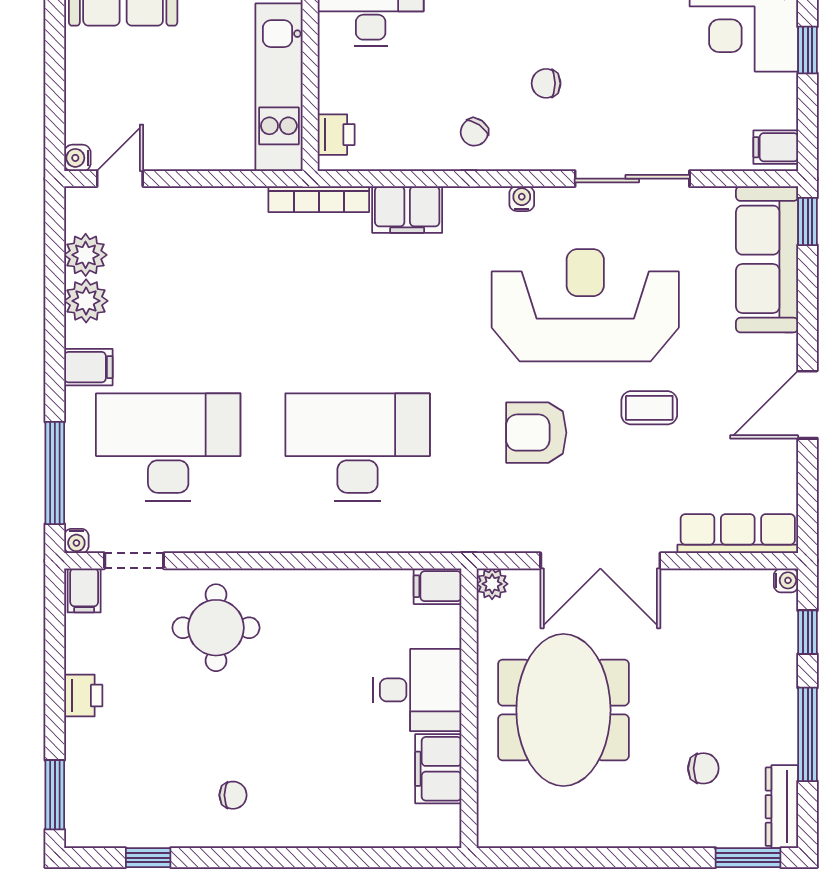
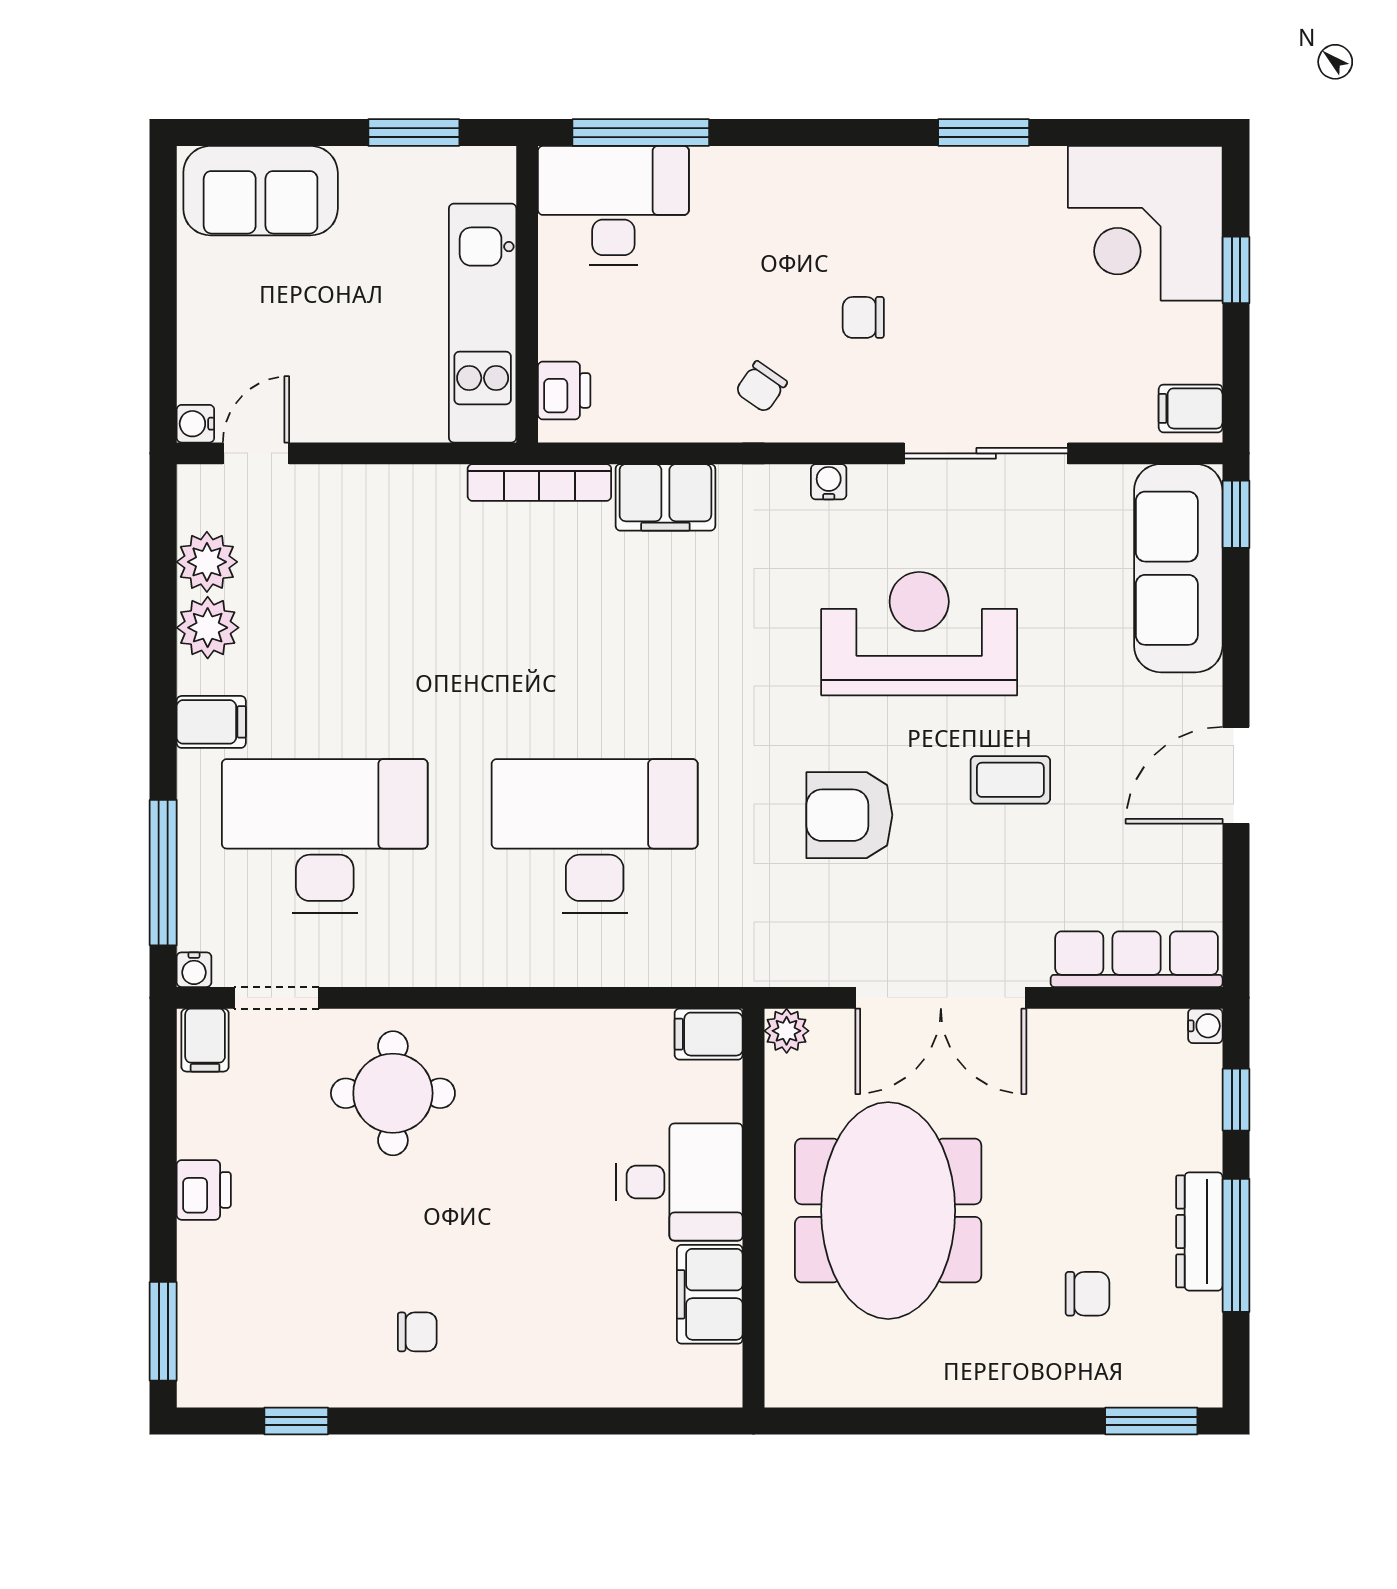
reception desk: (585, 305) -> (919, 634), width x0.74, depth x0.77
dresser: (782, 807) -> (1199, 1231), moved

